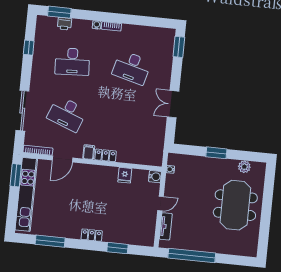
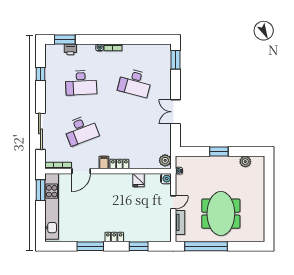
desk: (67, 114) -> (81, 130), turned -42
plant: (156, 157) -> (165, 160), added
meeting table: (235, 205) -> (221, 214), moved
window: (50, 241) -> (90, 246), moved

